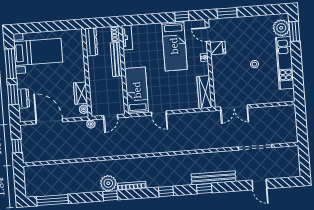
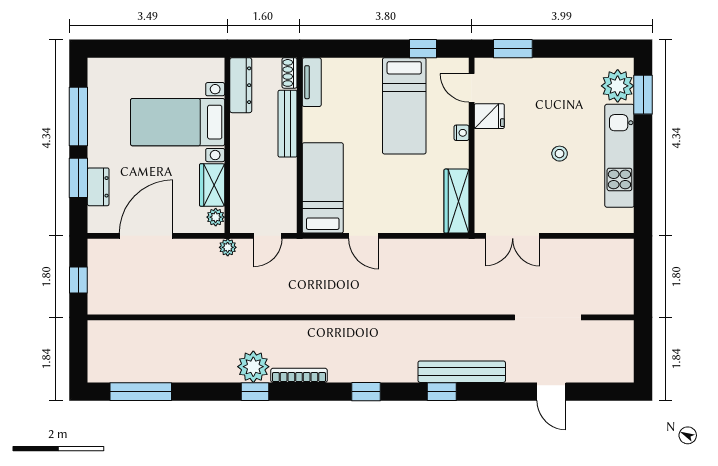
bed with nightstands: (38, 52) -> (178, 122), moved, turned 180
door: (49, 121) -> (146, 236), hinge flipped

